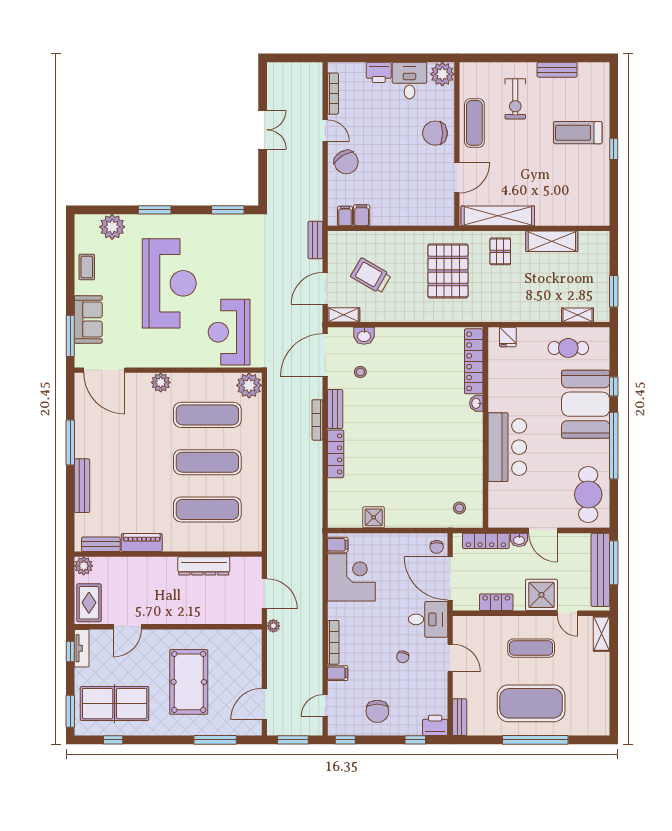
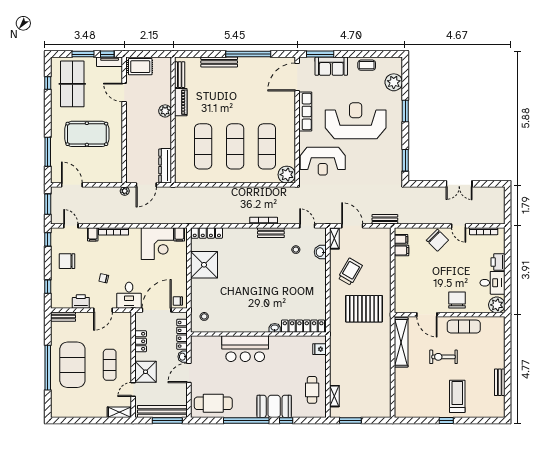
exercise bike: (515, 99) -> (443, 357), moved
door: (325, 131) -> (459, 226), hinge flipped
chair: (346, 162) -> (437, 240), turned -104
shelving: (552, 241) -> (384, 379), removed
pallet: (500, 251) -> (377, 344), removed
trolley: (371, 276) -> (350, 272), moved
reception desk: (169, 283) -> (356, 121), turned 180
reception desk: (229, 332) -> (323, 161), turned 180
door: (325, 355) -> (307, 226), width x0.53
row of seats: (155, 358) -> (305, 111), added
plant: (161, 382) -> (289, 115), removed
booth: (586, 404) -> (274, 406), width x0.73, depth x0.70
window: (70, 443) -> (248, 54), width x1.46
locker: (336, 454) -> (207, 233), moved
shower: (374, 517) -> (204, 265), width x1.86, depth x1.86
plant: (84, 566) -> (165, 111), moved
dresser: (204, 566) -> (165, 166), moved
window: (70, 711) -> (83, 54), moved
printer: (435, 725) -> (81, 301), moved, turned -90

